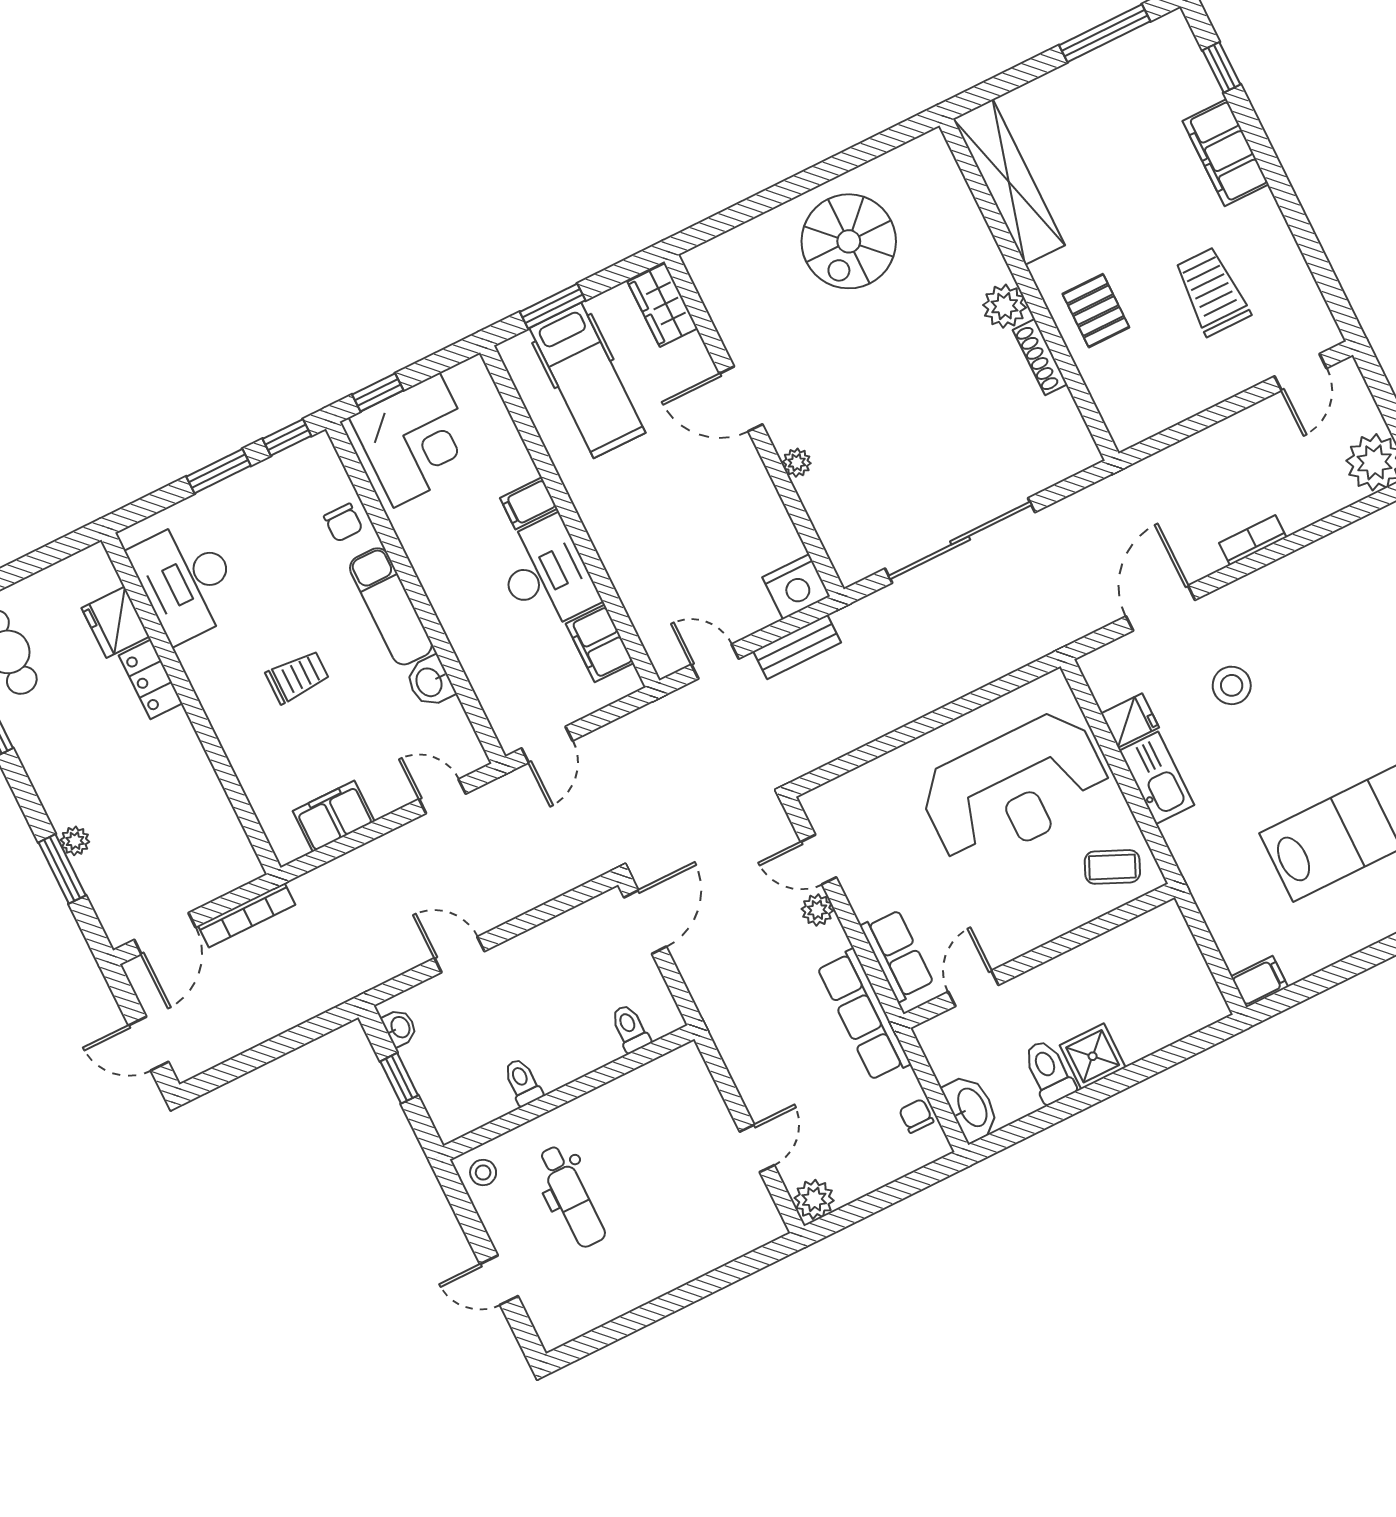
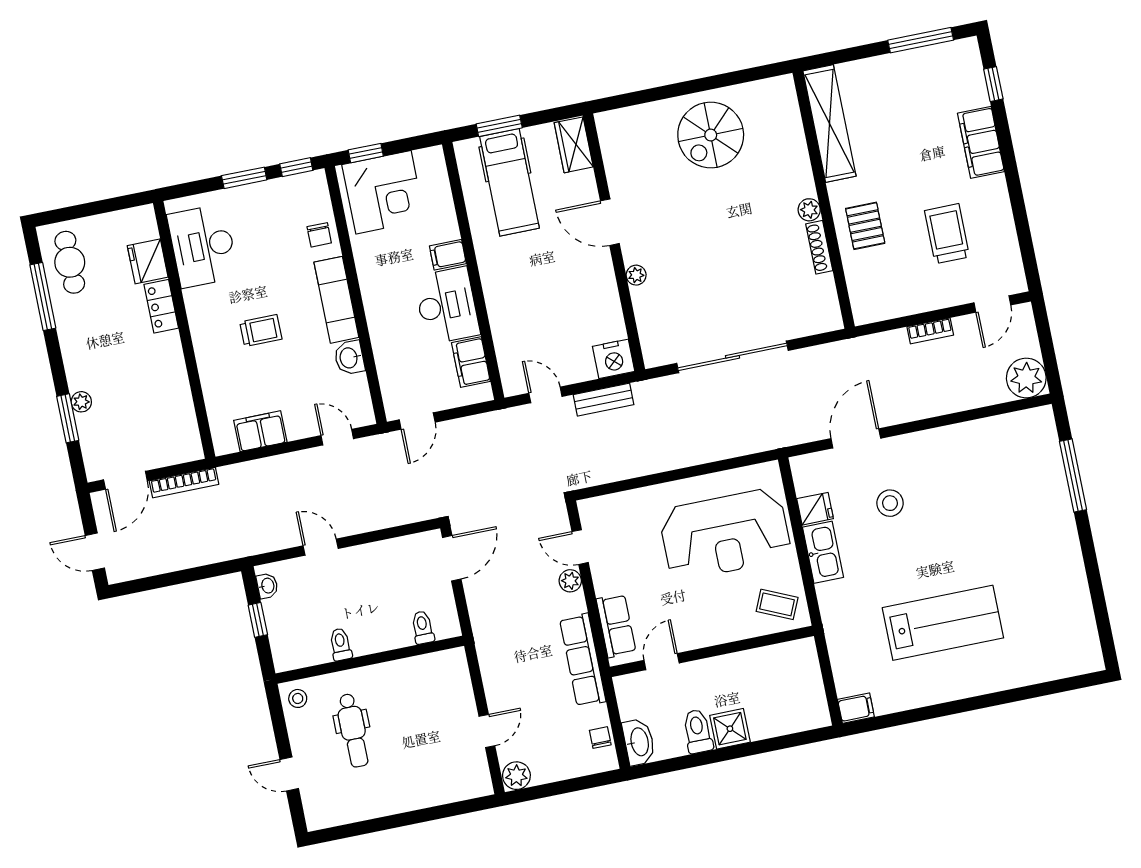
plant: (1005, 306) -> (809, 210), width x0.73, depth x0.73
bookcase: (1253, 540) -> (930, 331), moved, turned 180

